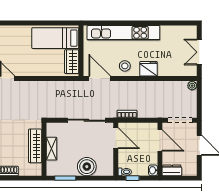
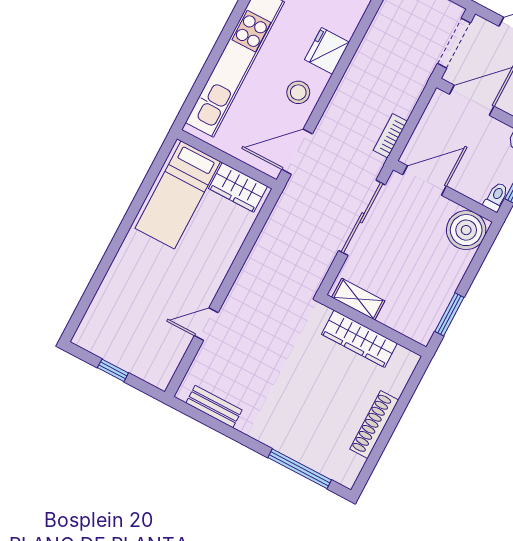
shelving: (52, 149) -> (358, 299), moved
boiler: (87, 167) -> (466, 230), moved

